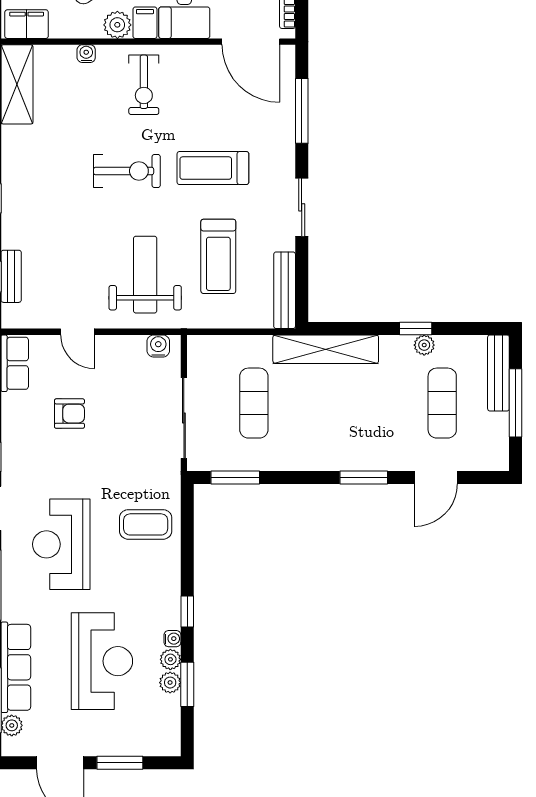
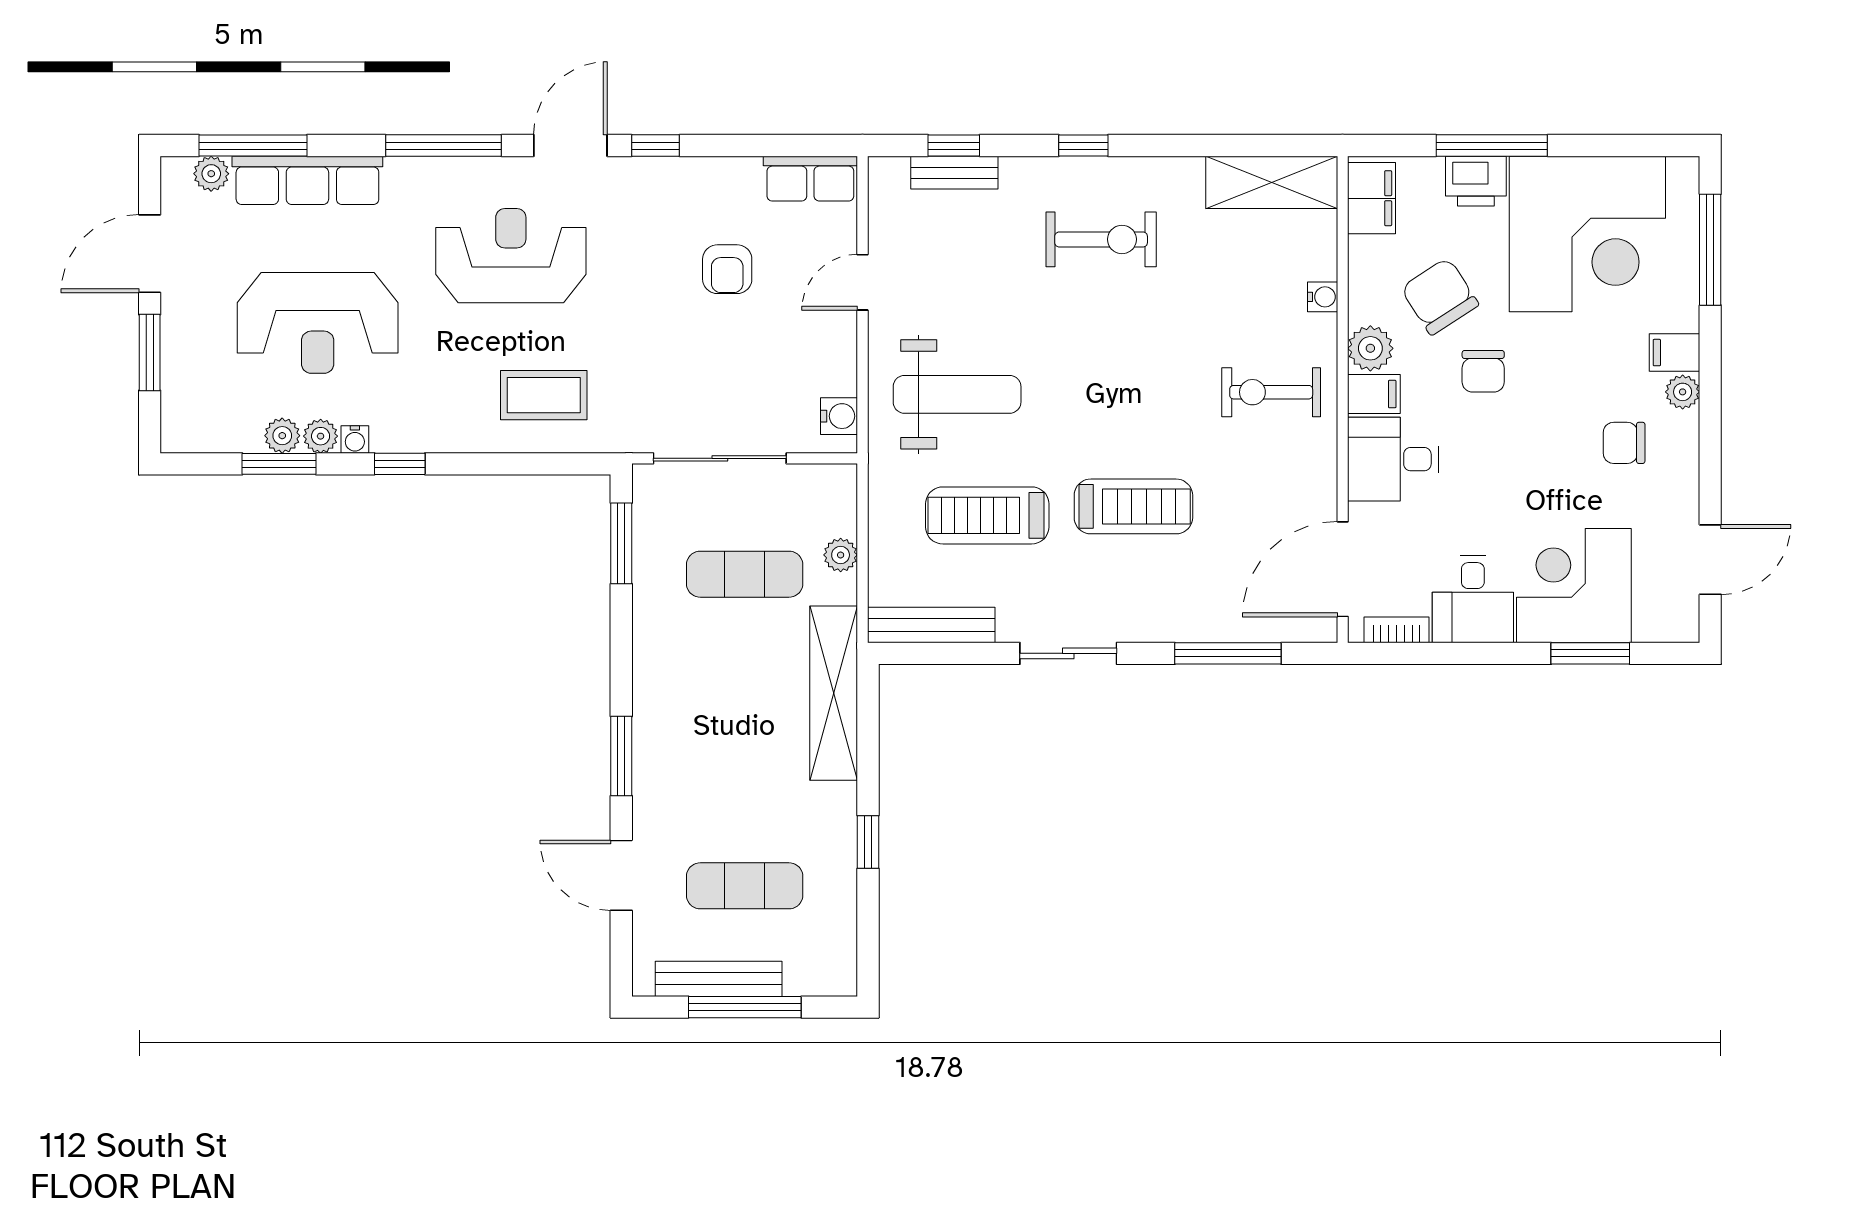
treadmill: (213, 168) -> (1133, 506), turned 90
exercise bike: (127, 171) -> (1101, 239), moved, turned -90
plant: (424, 345) -> (841, 555), moved
bench: (498, 373) -> (719, 979), moved
coffee table: (146, 524) -> (544, 395), turned 90

